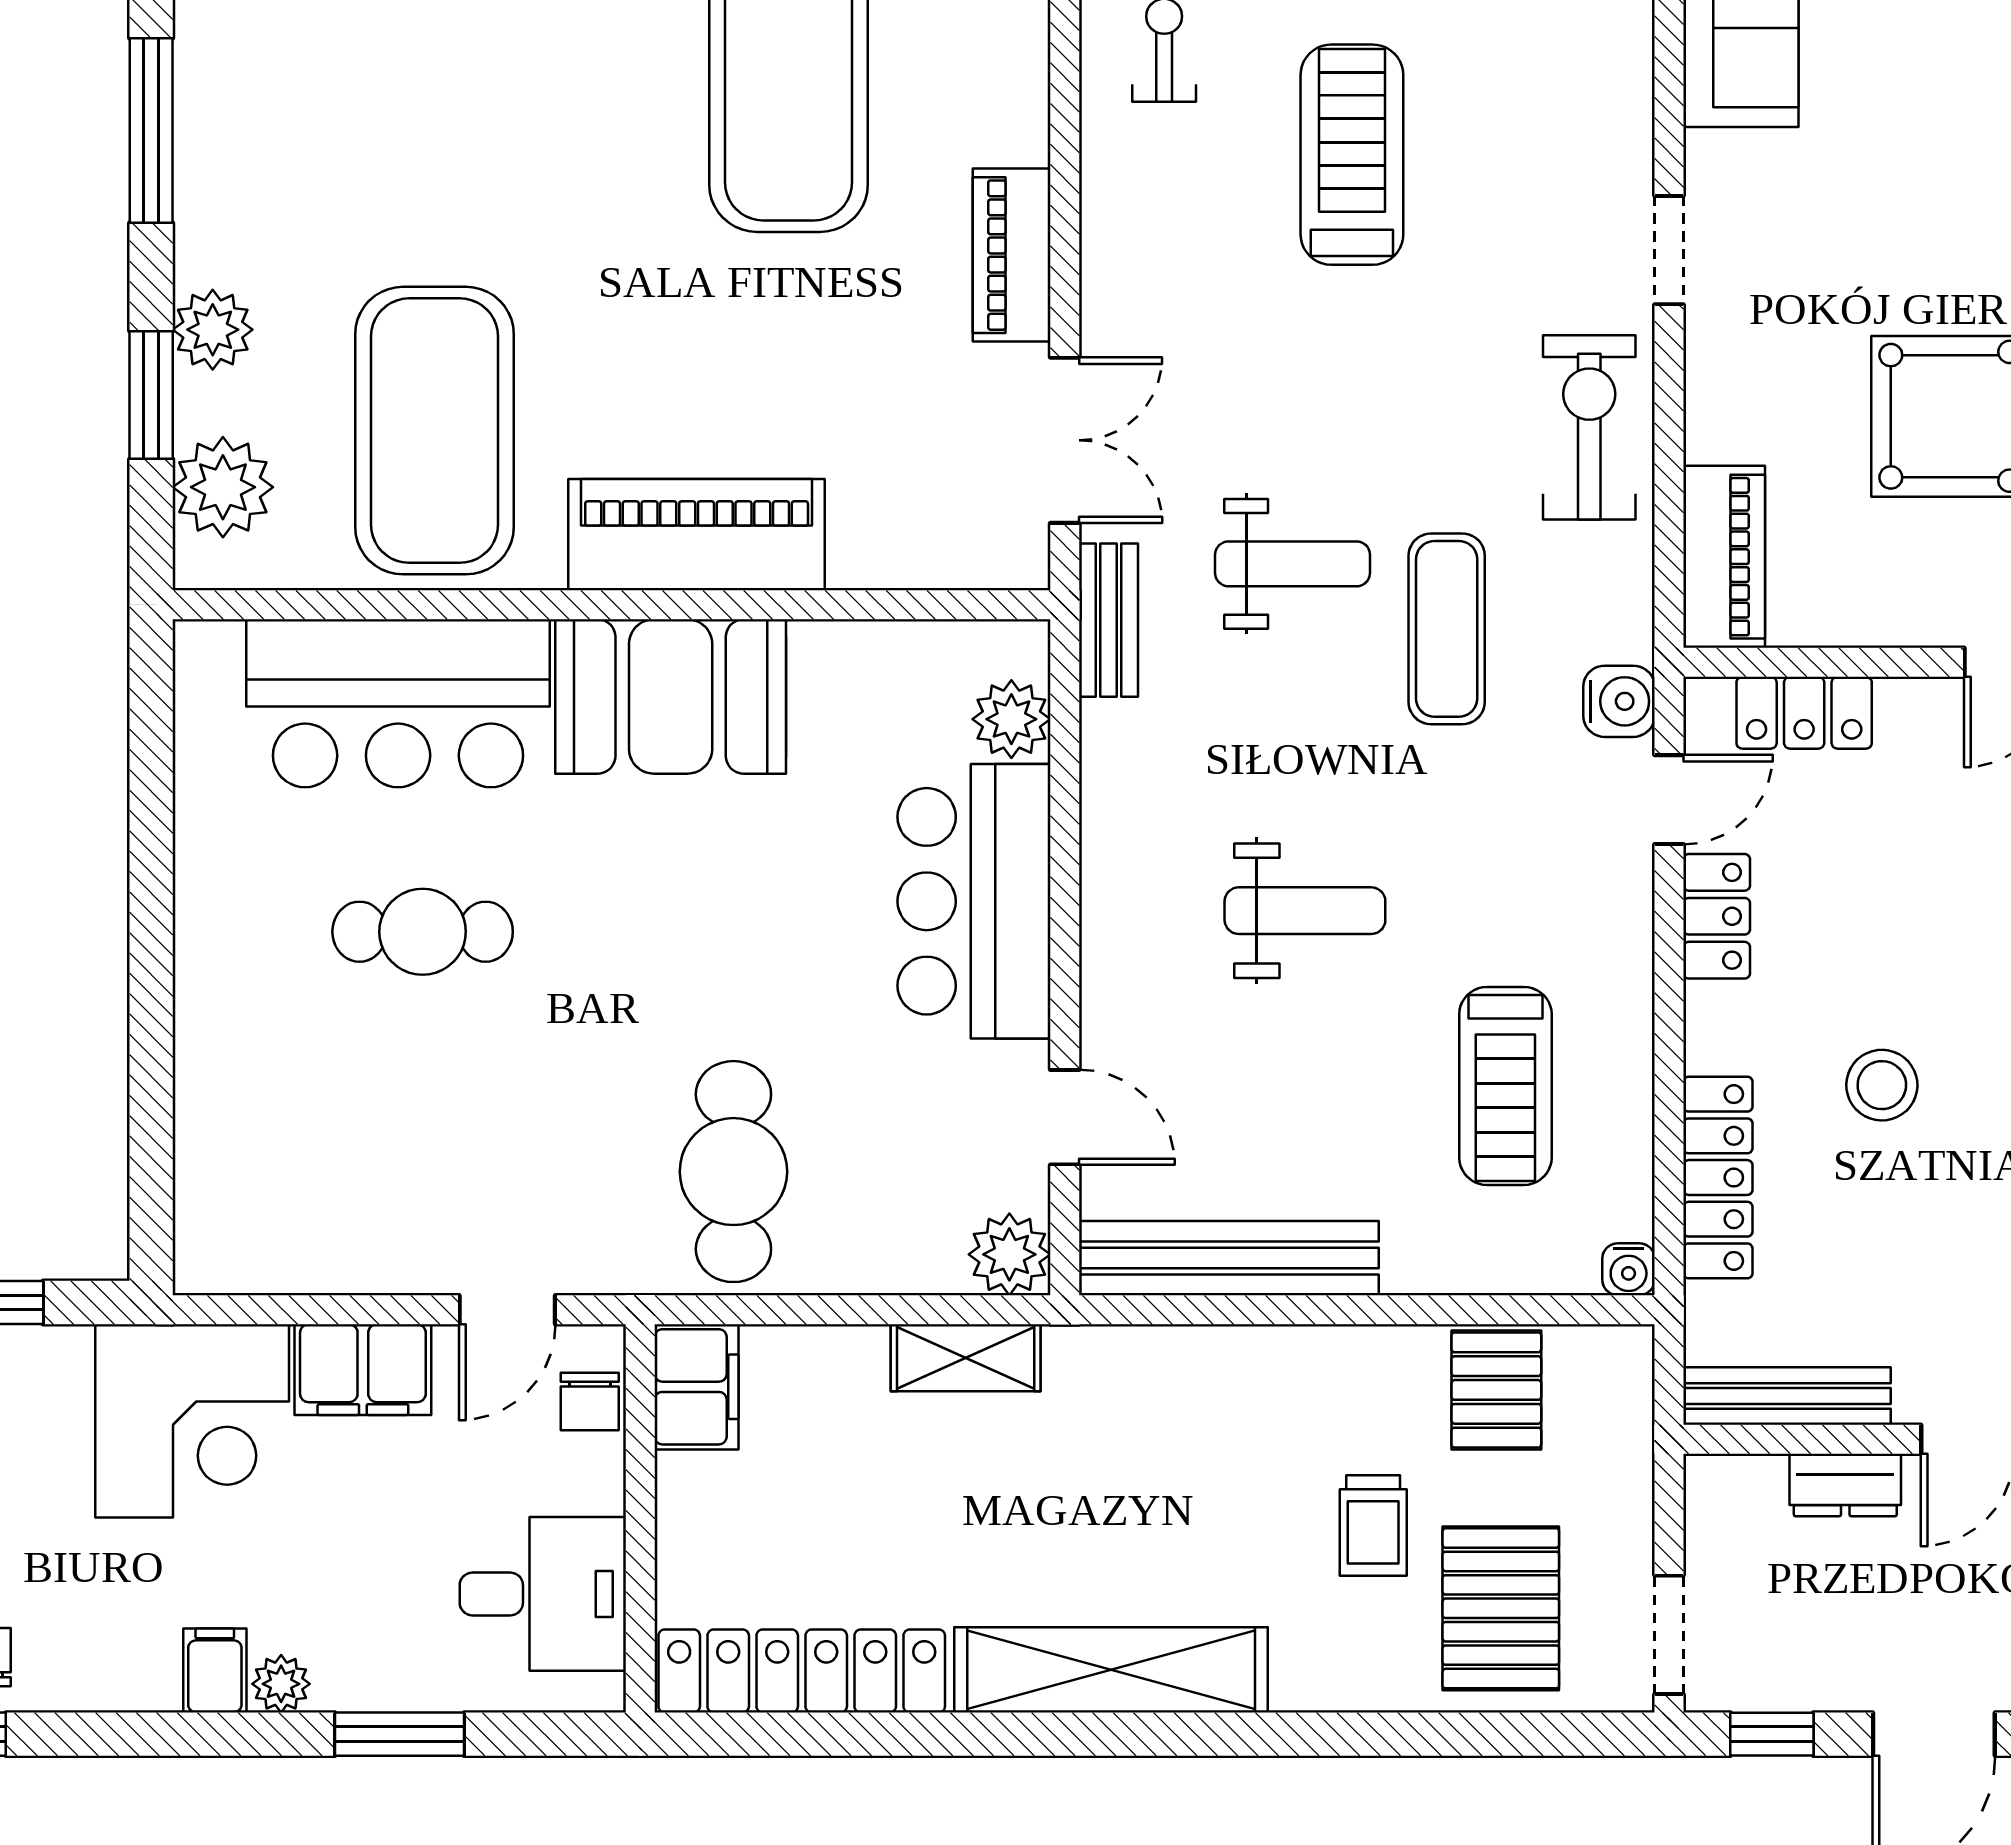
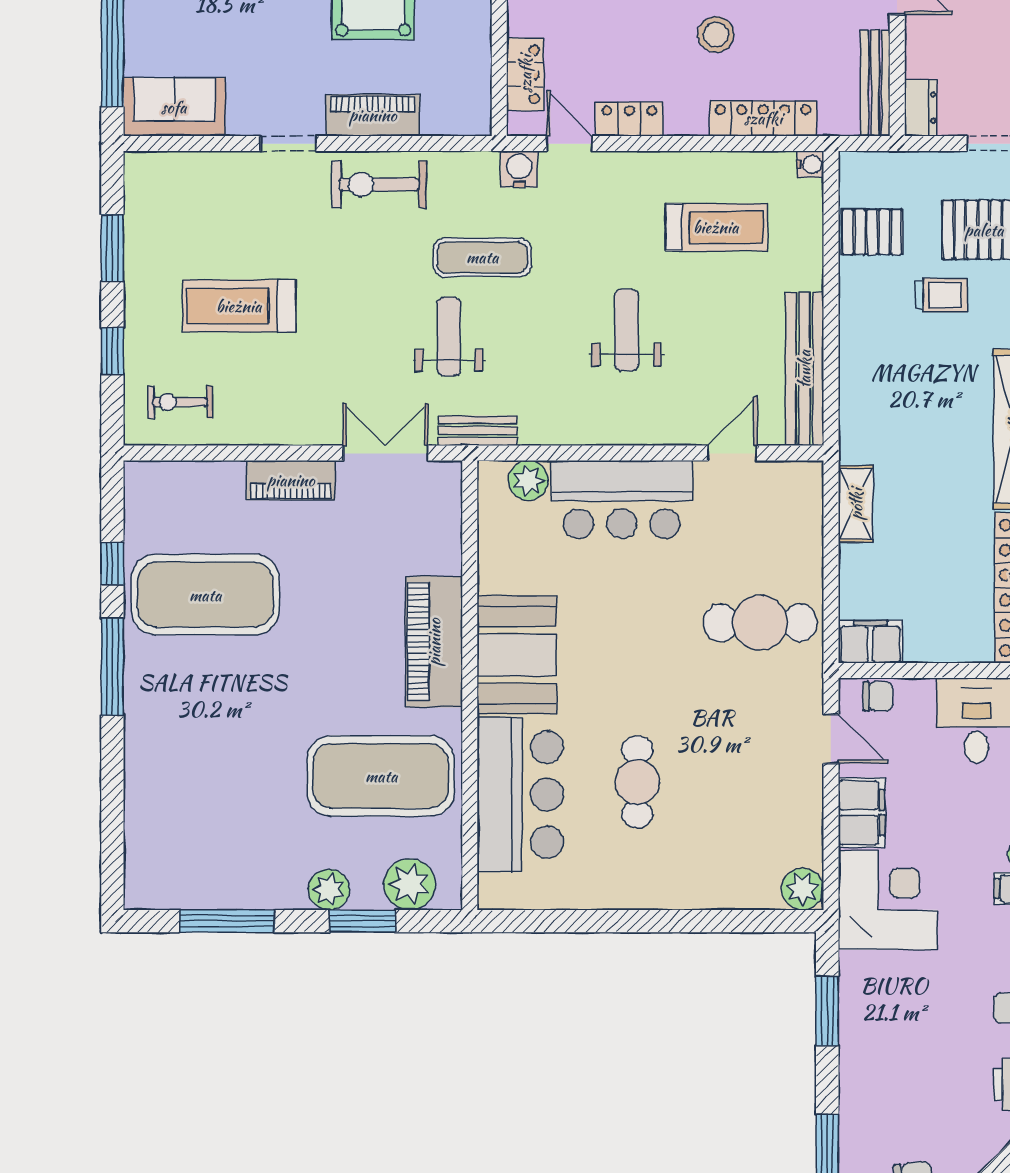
piano: (1724, 557) -> (373, 115), moved
plant: (1009, 1254) -> (803, 889), moved
dresser: (1845, 1485) -> (921, 108), moved

